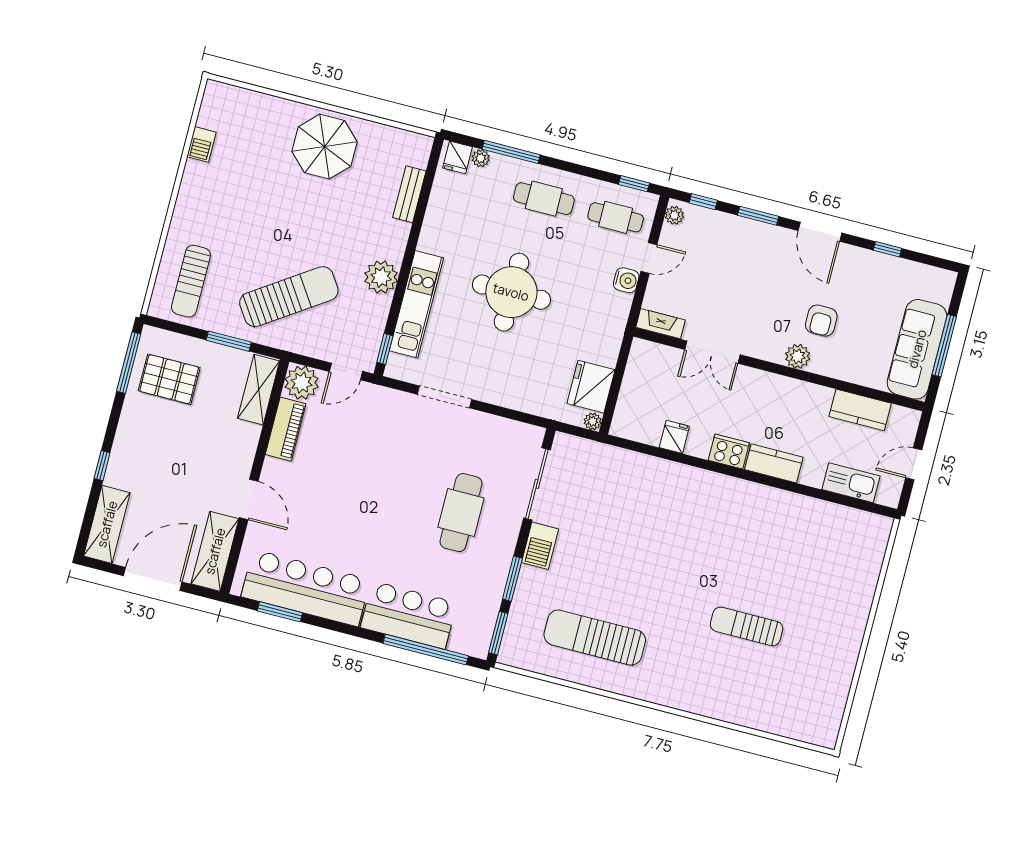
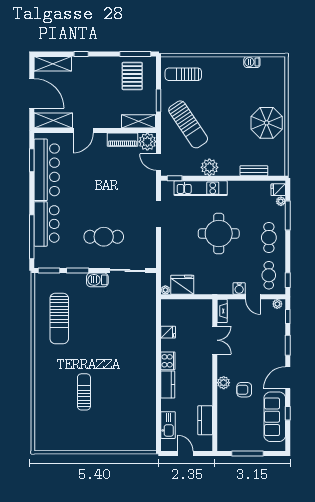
sofa: (917, 349) -> (275, 417), moved, turned -90
double door: (712, 352) -> (215, 340), swing flipped
sun lounger: (595, 638) -> (59, 318), turned 180

